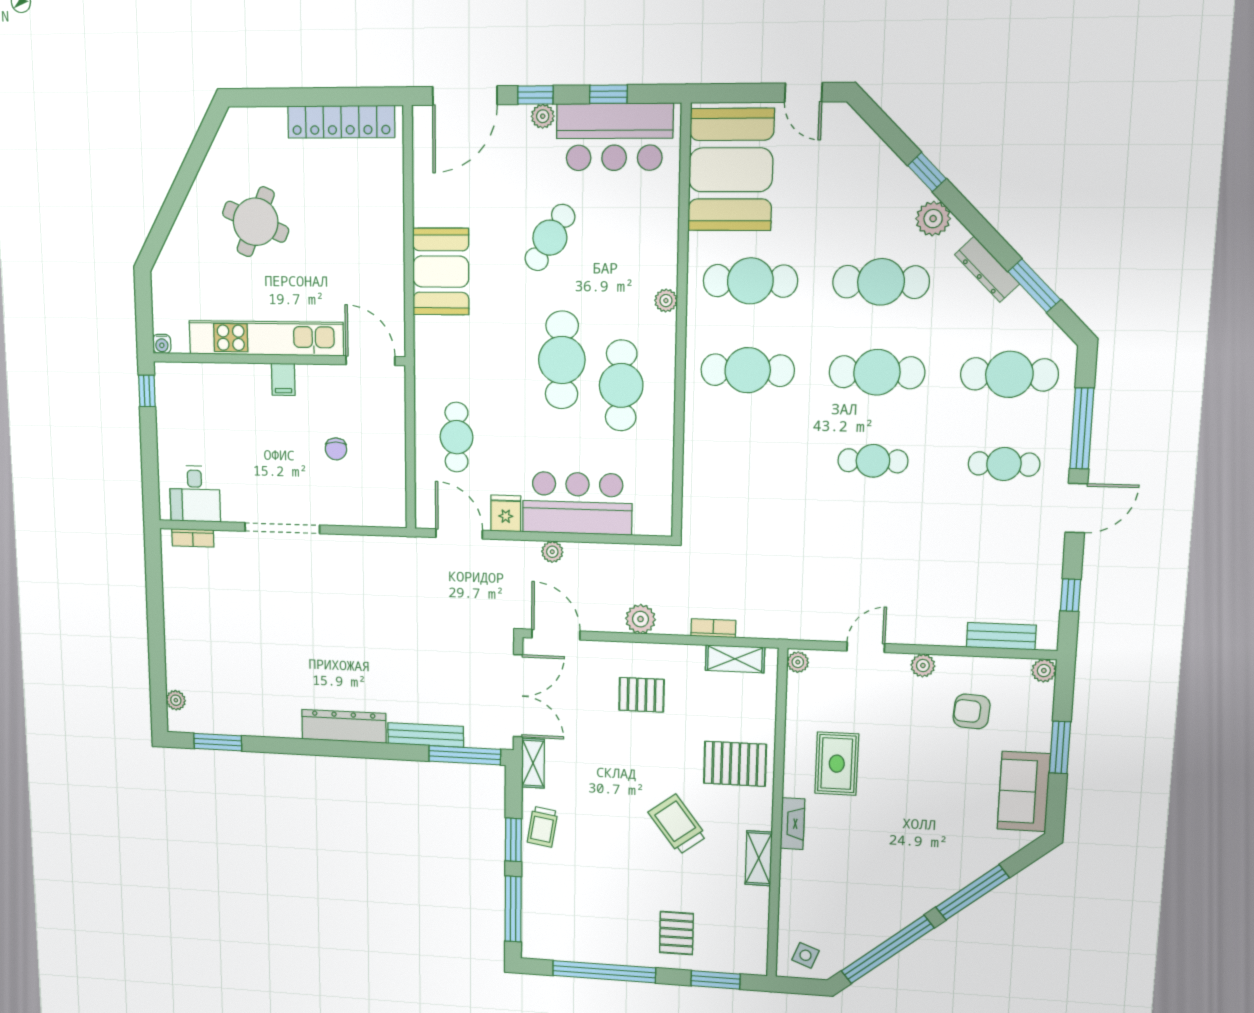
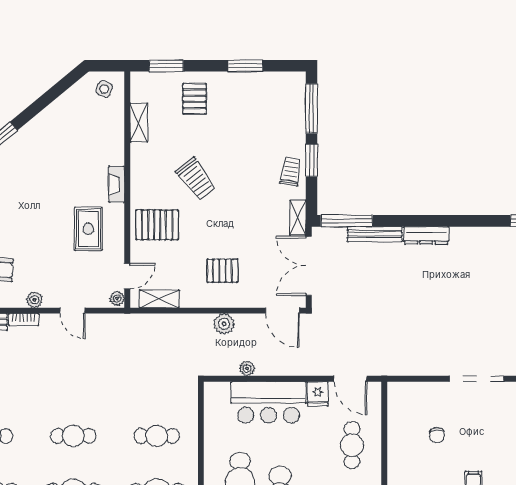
chair: (336, 449) -> (437, 435), turned 180
cafe table: (745, 458) -> (157, 436), added
plant: (552, 552) -> (247, 368), moved
bookcase: (713, 628) -> (24, 319), moved
door: (866, 647) -> (72, 311), hinge flipped
door: (782, 694) -> (127, 276), added
dresser: (344, 726) -> (426, 235), width x0.73, depth x0.80
shelving: (759, 858) -> (139, 123), moved
window: (887, 949) -> (48, 97), removed
window: (604, 972) -> (245, 66), width x0.47

